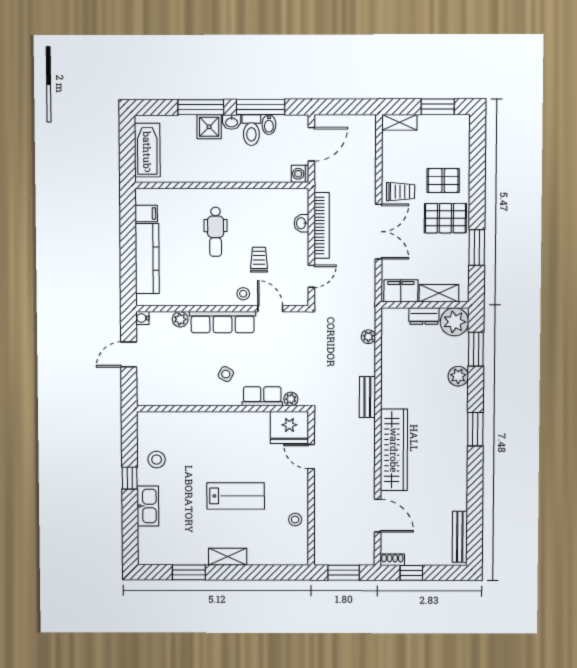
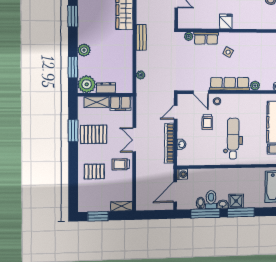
pallet: (445, 218) -> (94, 134), moved
dental chair: (216, 232) -> (233, 139), width x1.36, depth x1.38
double door: (379, 232) -> (134, 140), width x0.73
fridge: (289, 427) -> (226, 21), moved, width x0.53, depth x0.75

